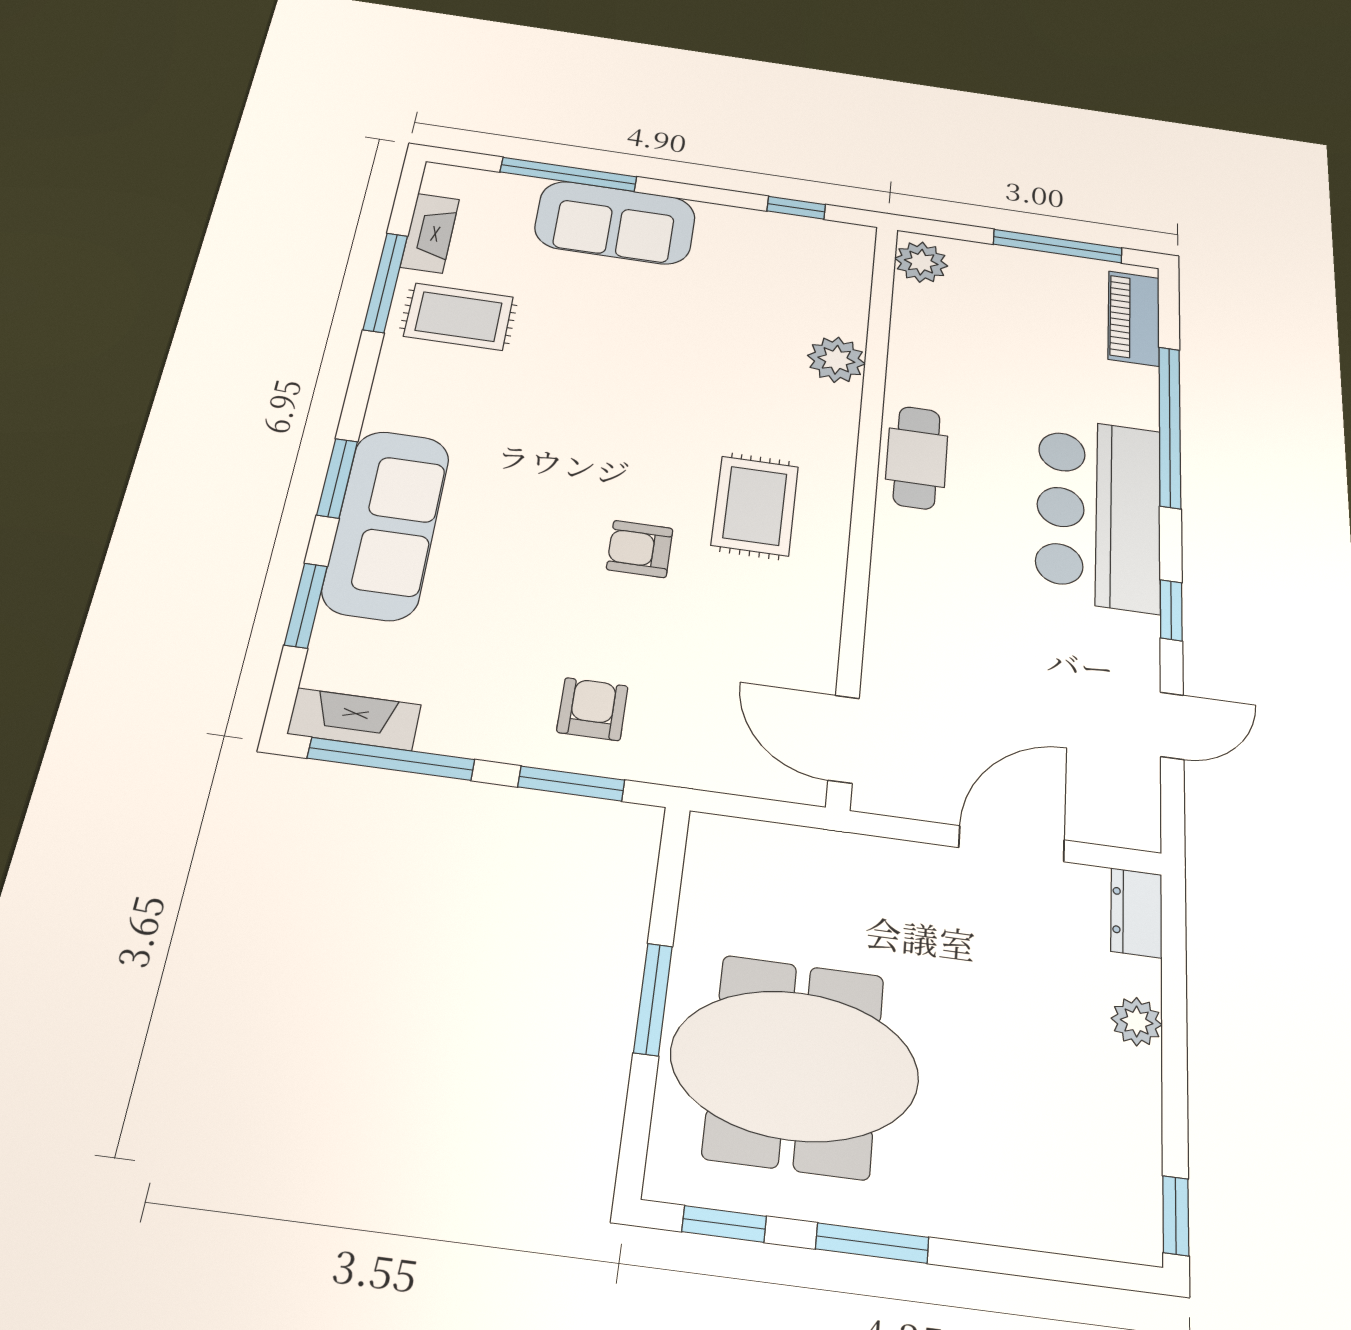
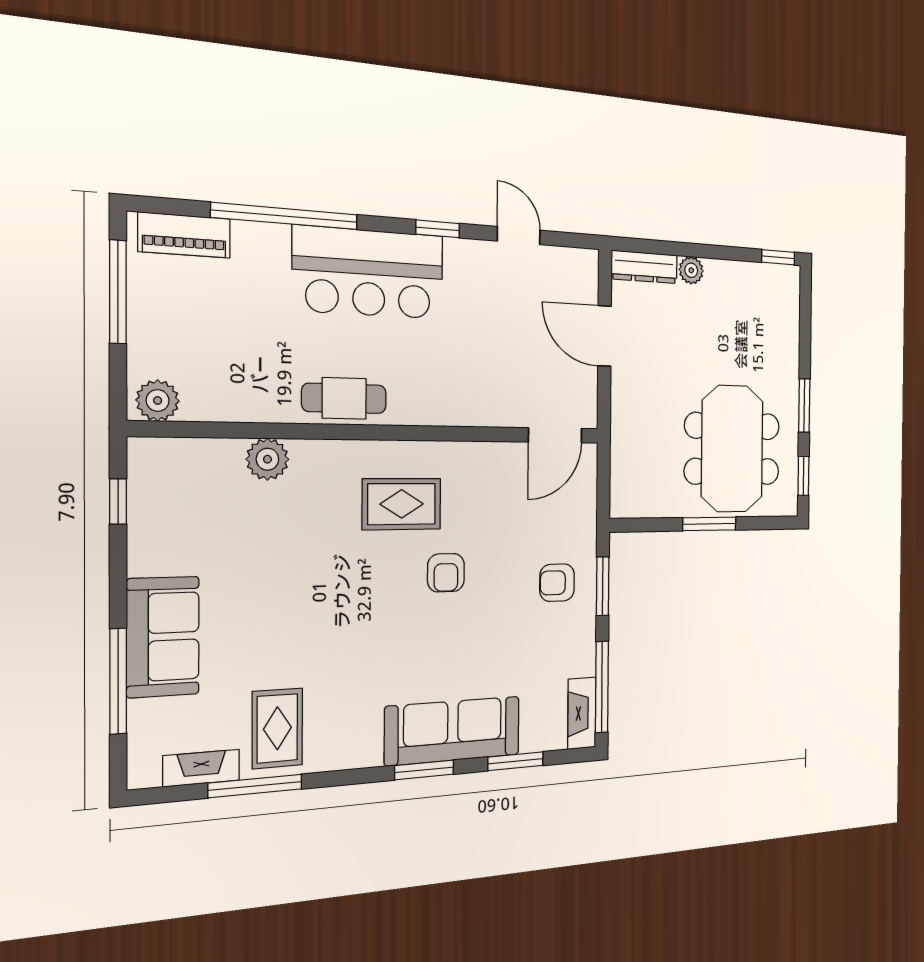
dresser: (1136, 913) -> (644, 267), width x1.44

